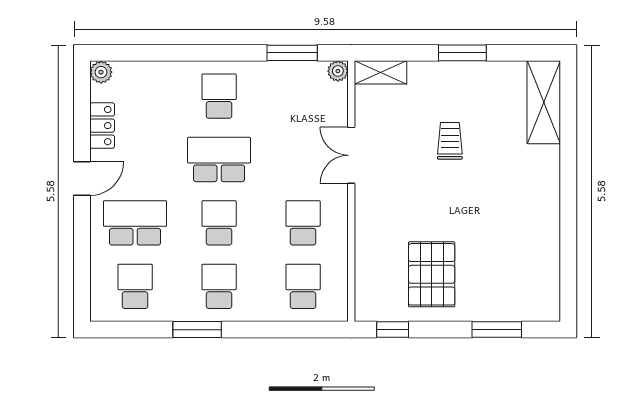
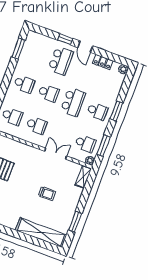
window: (202, 53) -> (116, 111), added
window: (462, 53) -> (75, 222), moved
shelving: (544, 102) -> (41, 233), width x1.47
window: (82, 231) -> (65, 39), added
school desk: (135, 286) -> (85, 144), moved
window: (197, 330) -> (18, 49), moved

